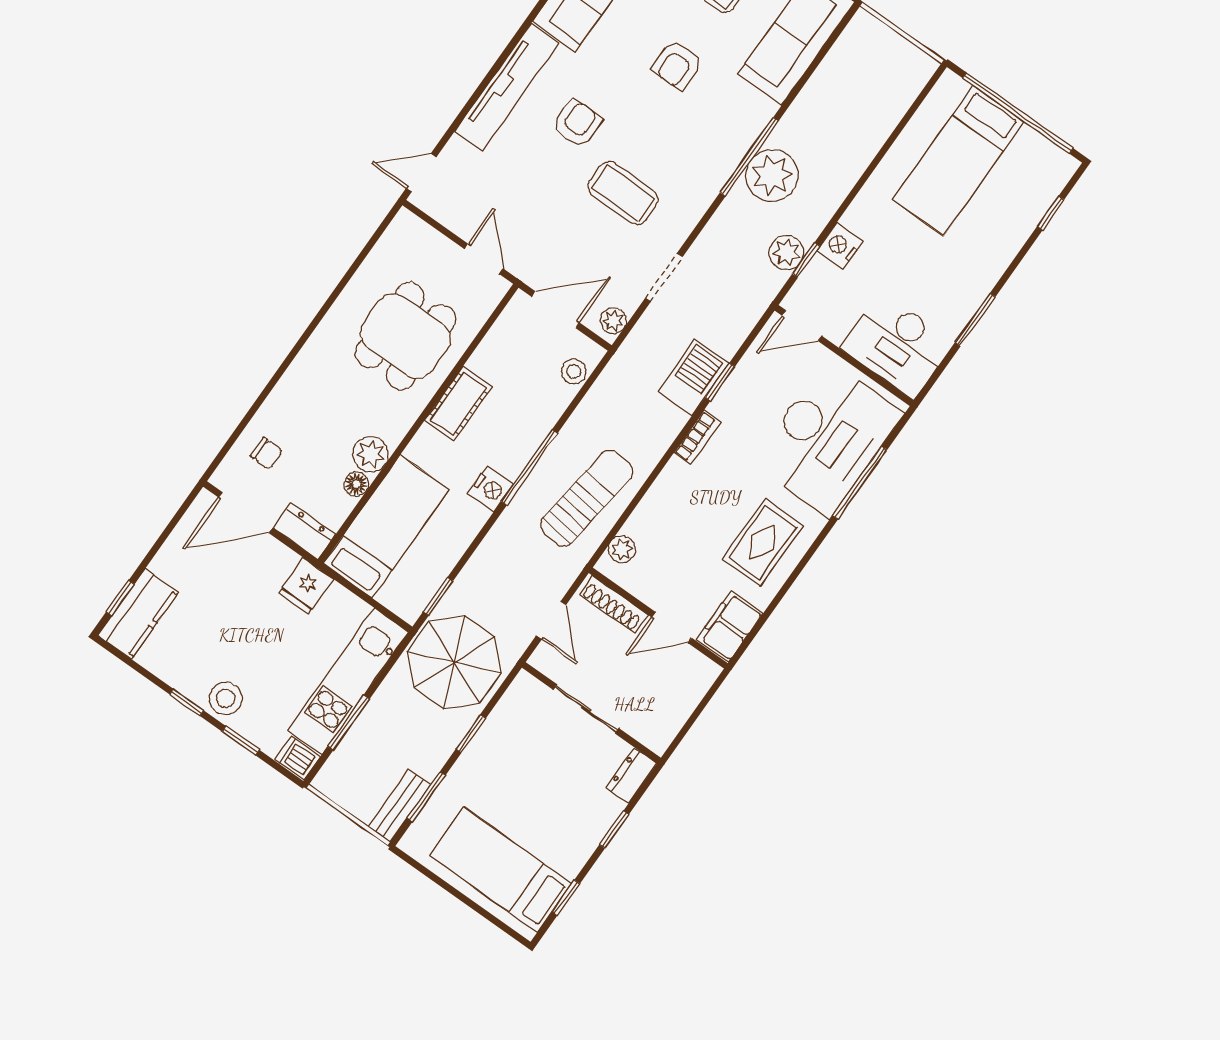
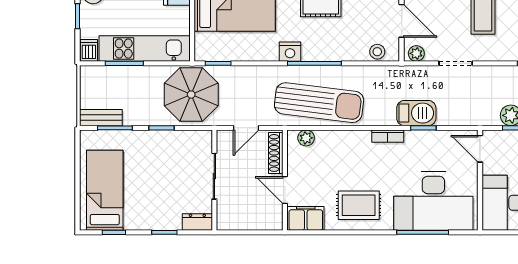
sun lounger: (587, 498) -> (319, 103), width x1.36, depth x1.34

